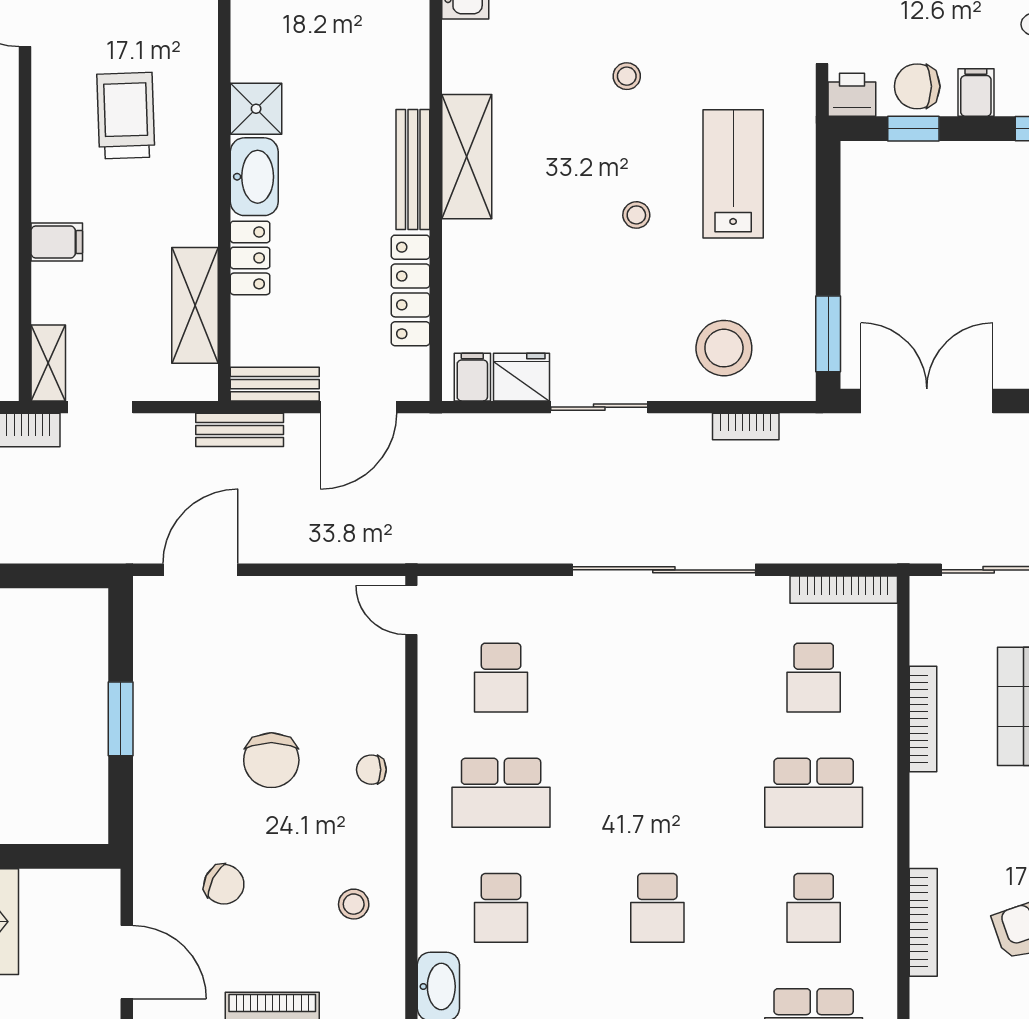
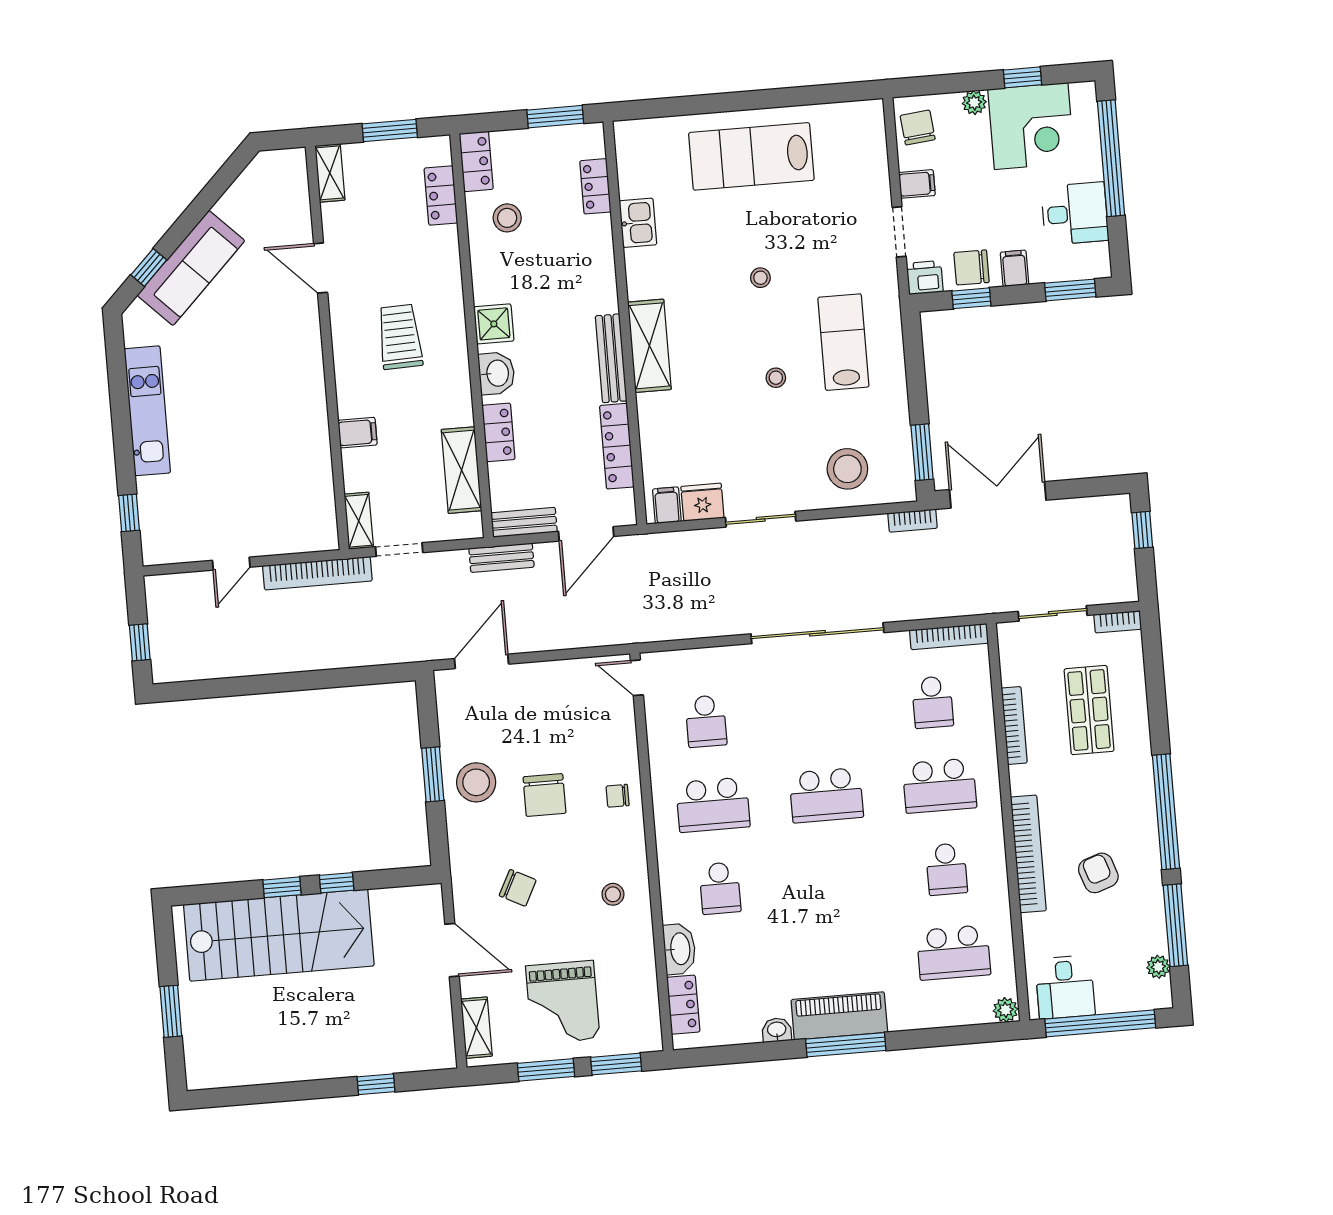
washbasin: (254, 177) -> (497, 373), width x0.72
bookcase: (746, 426) -> (913, 521), moved
stool: (179, 735) -> (476, 782), added
school desk: (657, 908) -> (826, 795), moved, width x1.85
bookcase: (923, 922) -> (1028, 854), width x1.48, depth x1.31

